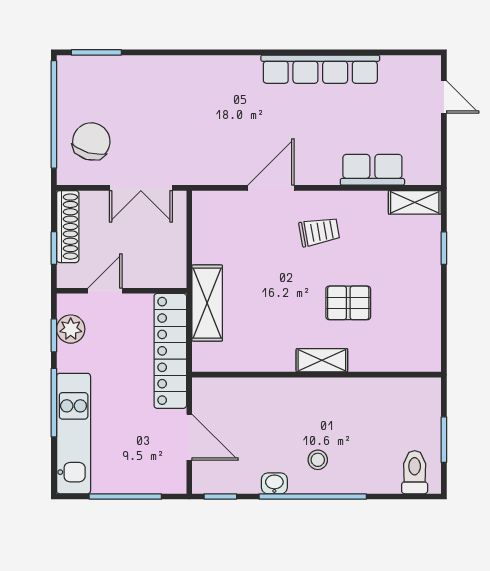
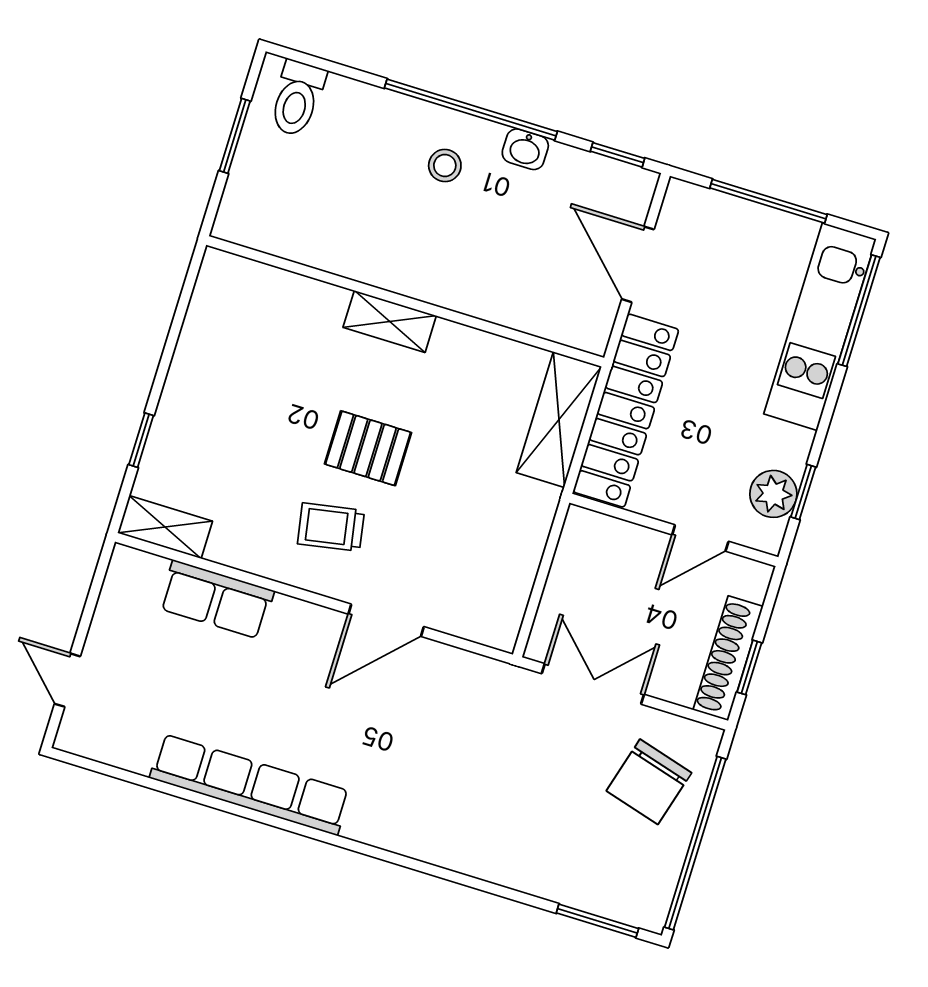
window: (54, 248) -> (749, 667), moved
shelving: (207, 303) -> (559, 420), moved
pallet: (348, 303) -> (368, 448), moved
window: (54, 403) -> (859, 311), moved

